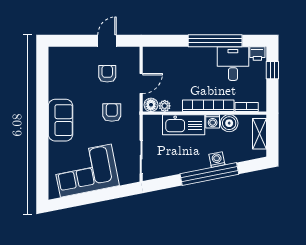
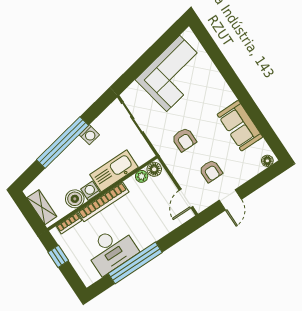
floor lamp: (57, 52) -> (267, 161), added
printer: (257, 54) -> (91, 276), removed
desk: (233, 64) -> (111, 250), width x1.37
window: (272, 70) -> (58, 256), moved
door: (141, 84) -> (186, 198), moved
sofa: (60, 120) -> (240, 126), moved
washing machine: (217, 160) -> (89, 135), moved

